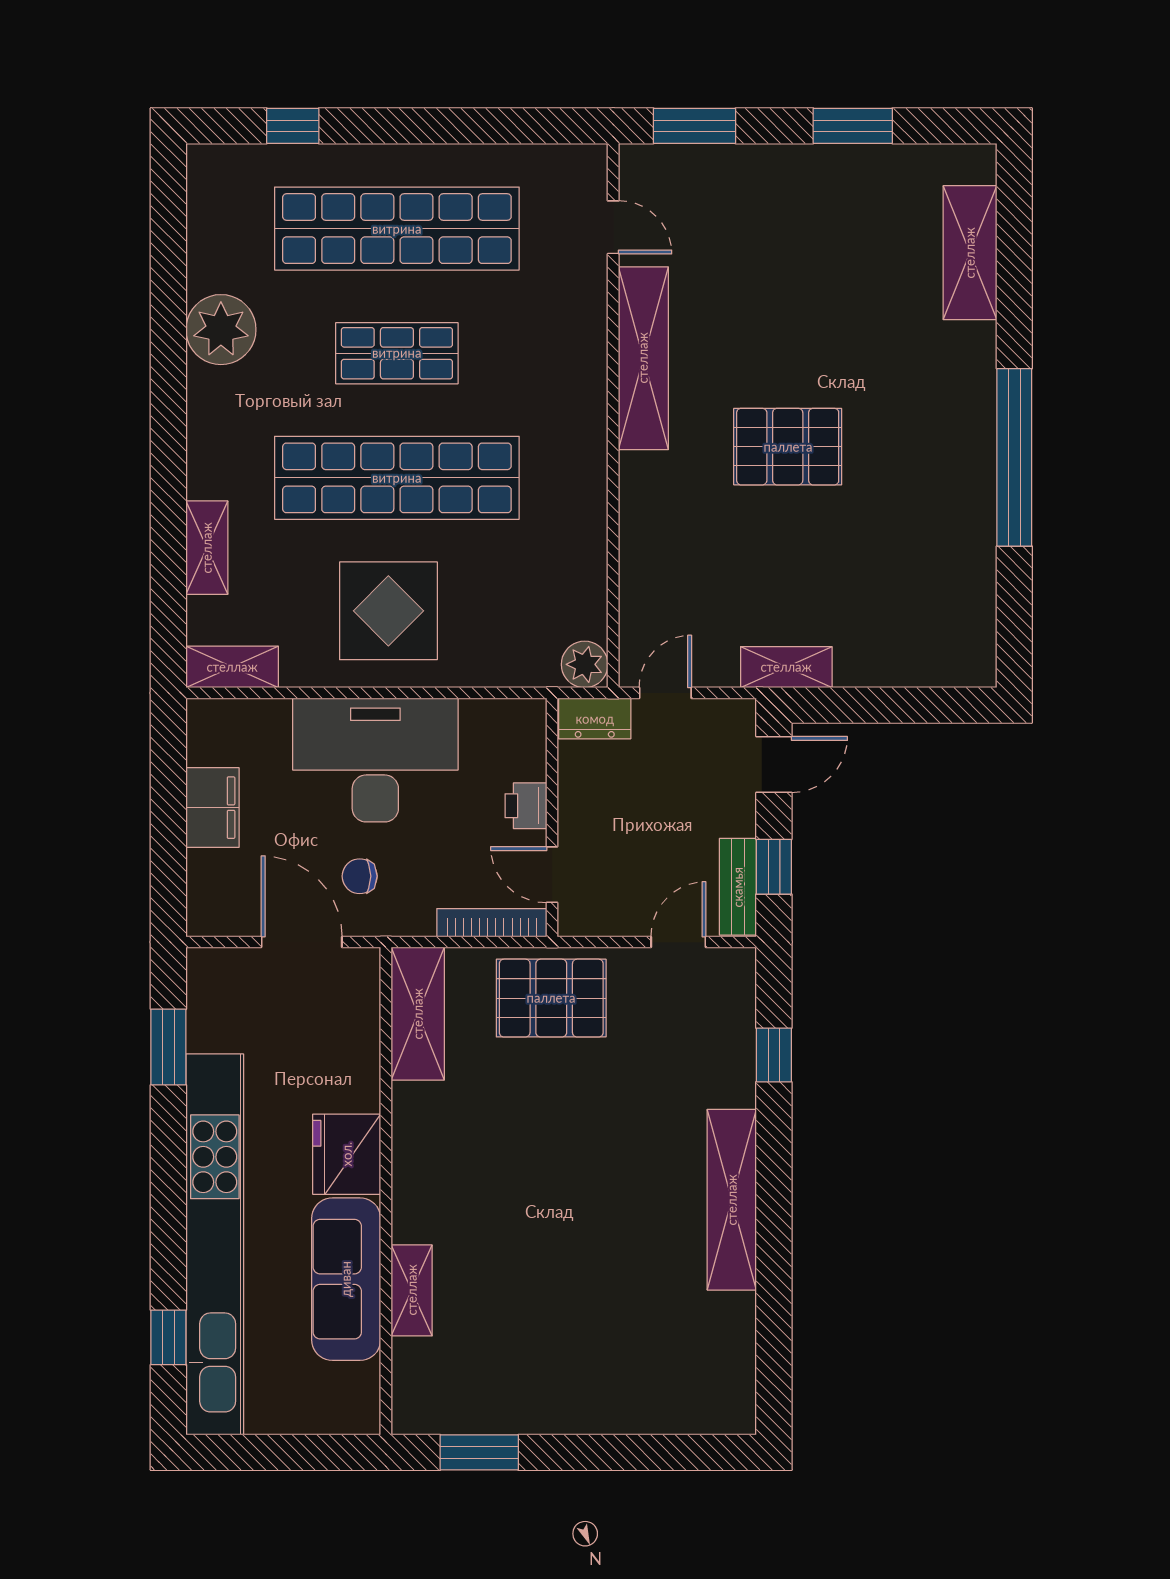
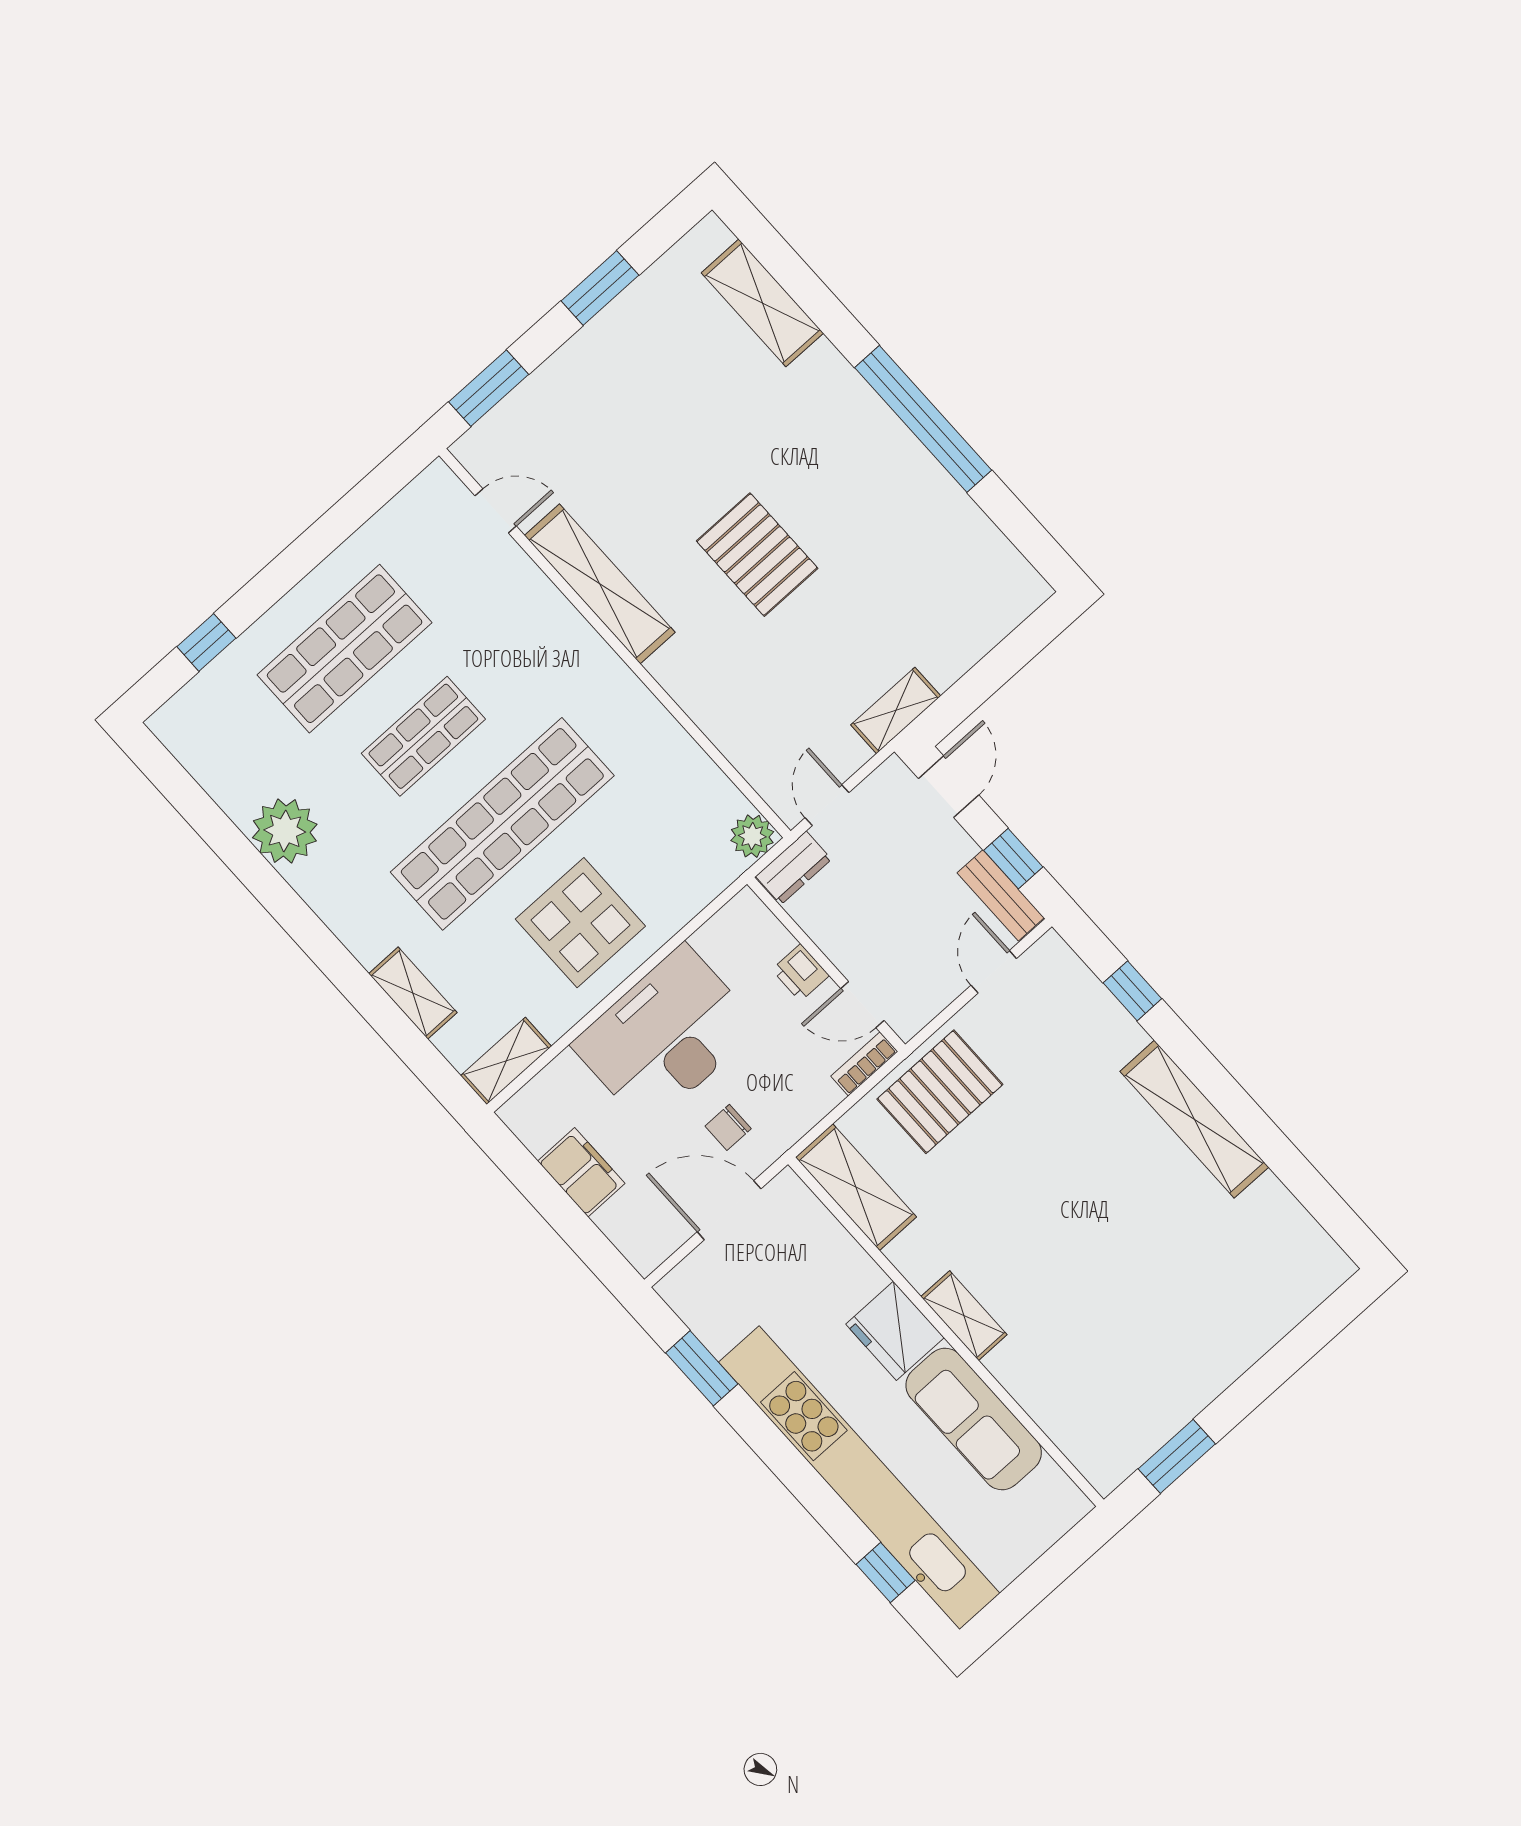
shop shelf: (397, 229) -> (345, 649), width x0.71
pallet: (788, 447) -> (757, 555), turned 90
bookcase: (492, 923) -> (864, 1064), width x0.64
shelving: (412, 1290) -> (964, 1316), moved

